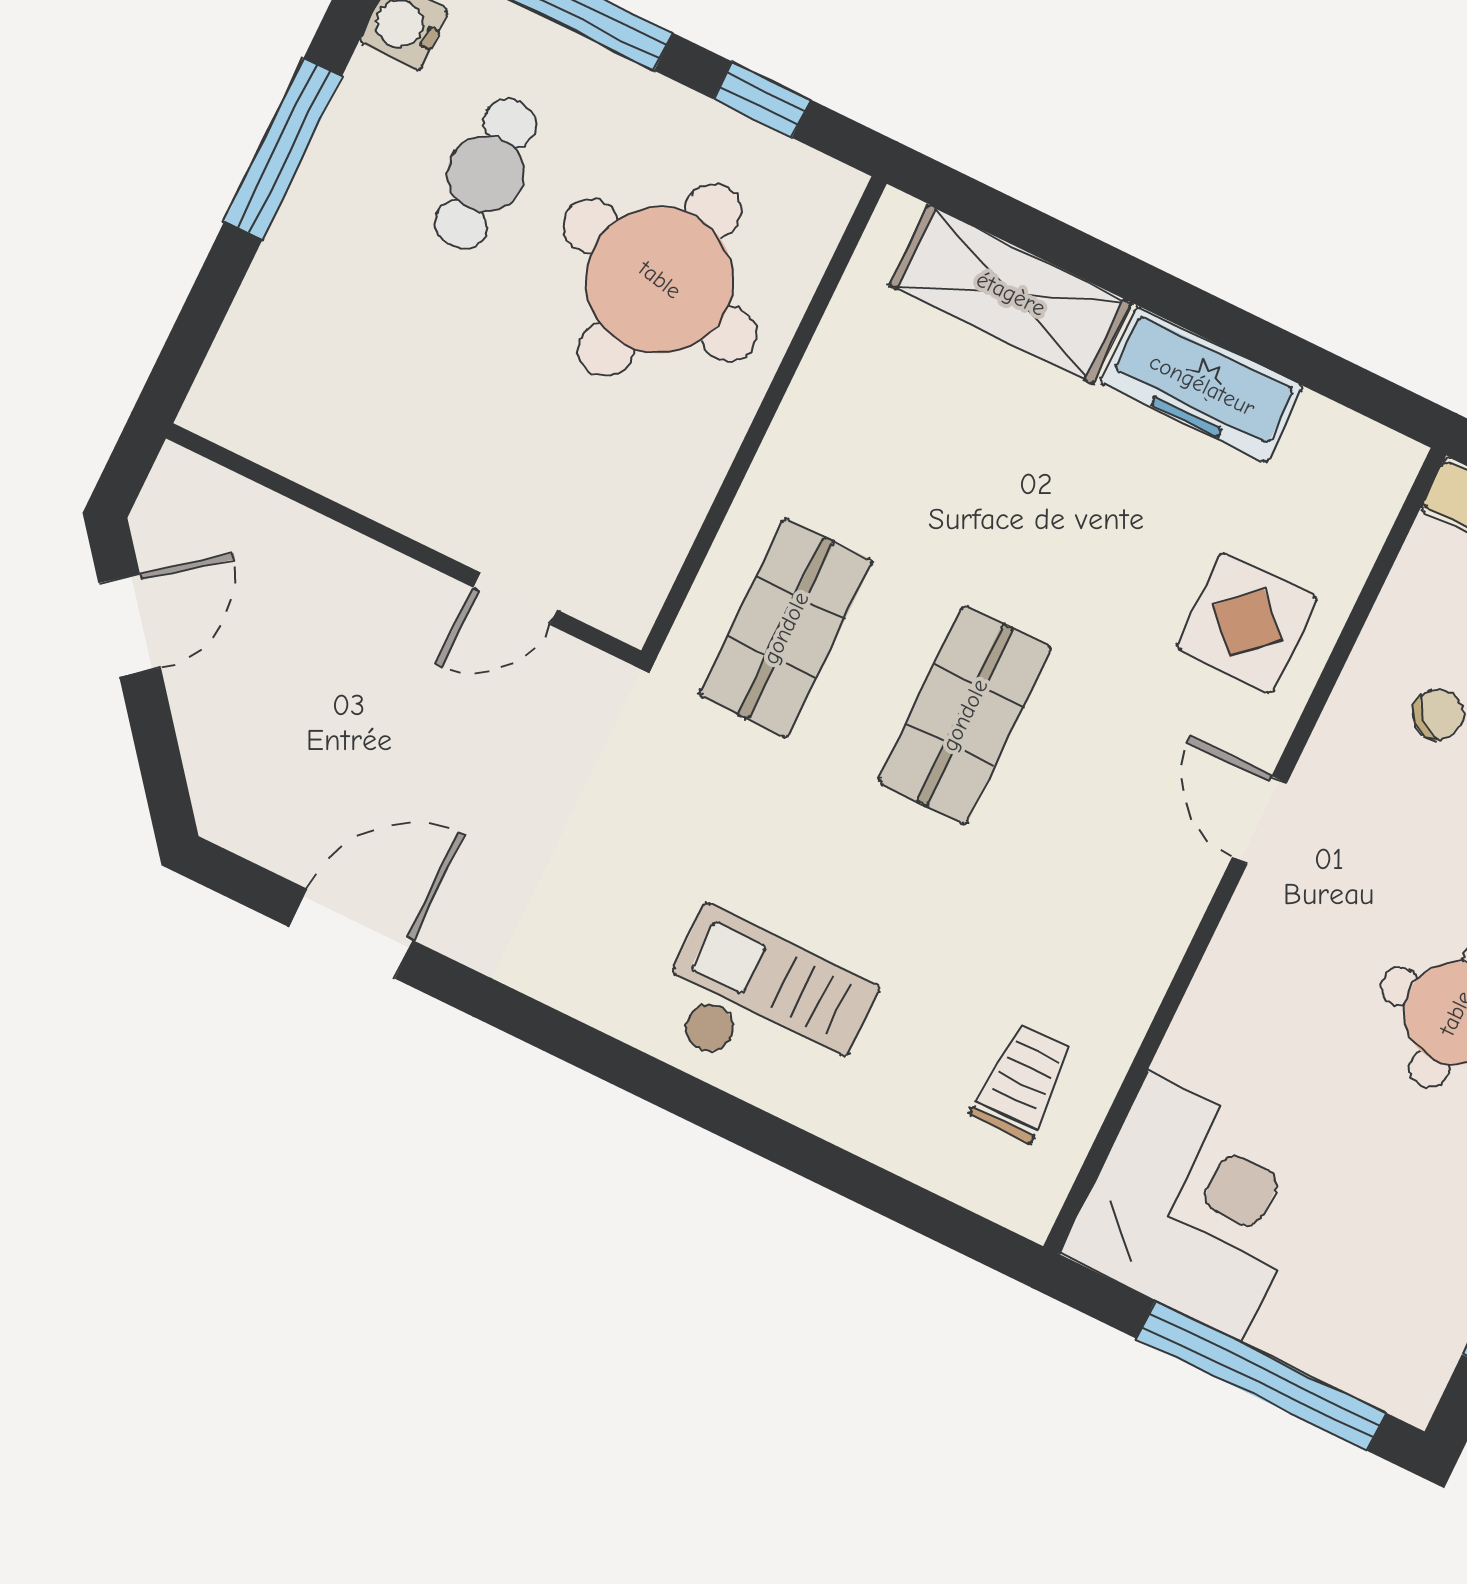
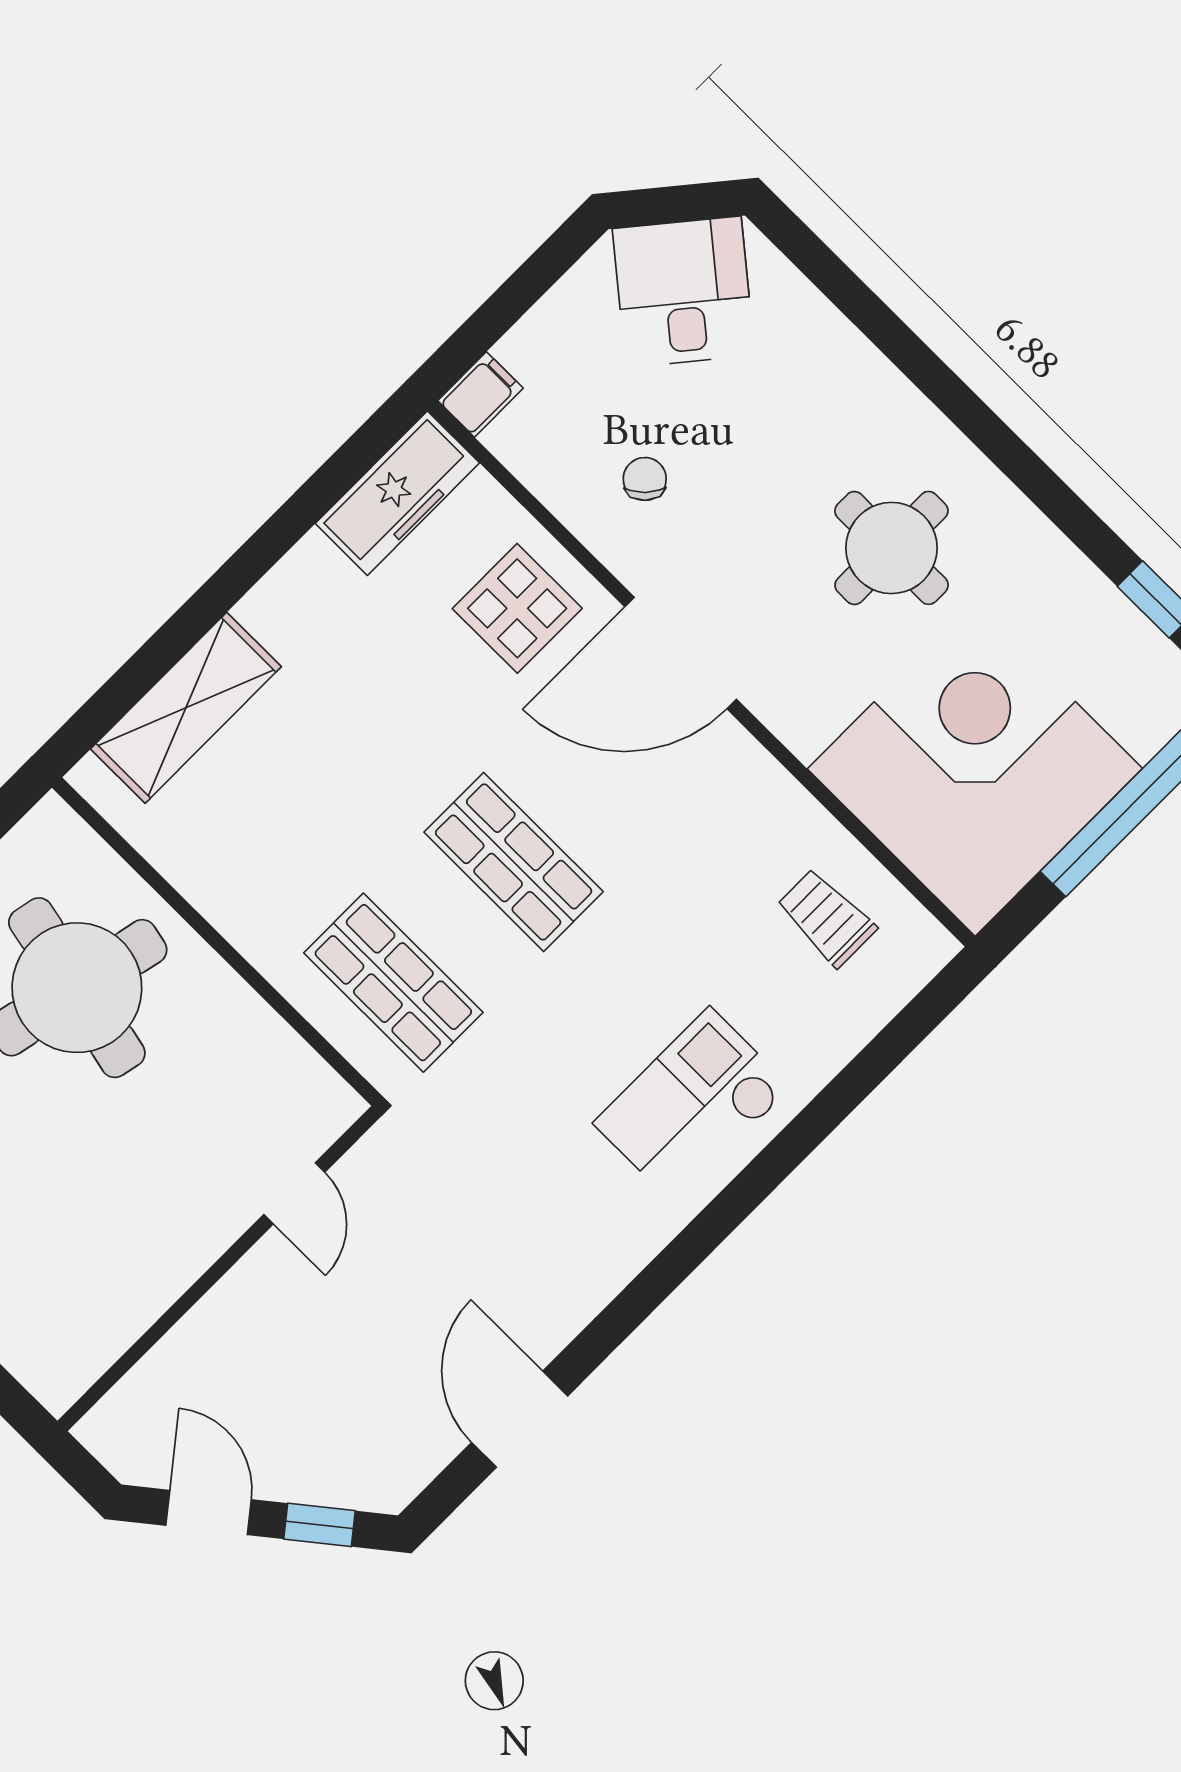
freezer: (1202, 385) -> (397, 493), moved
window: (158, 753) -> (320, 1525), added
door: (1260, 820) -> (681, 653), width x1.88
corner desk: (1195, 1206) -> (975, 769), width x1.36, depth x1.36

